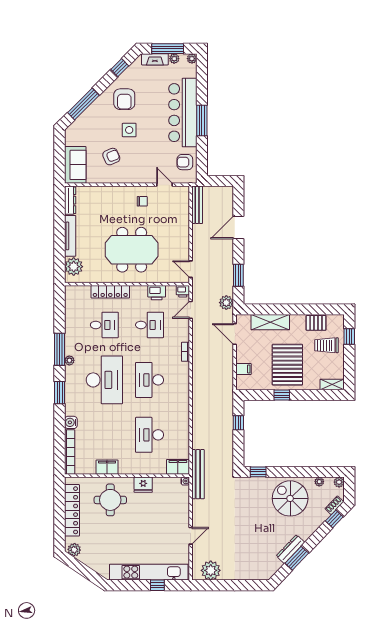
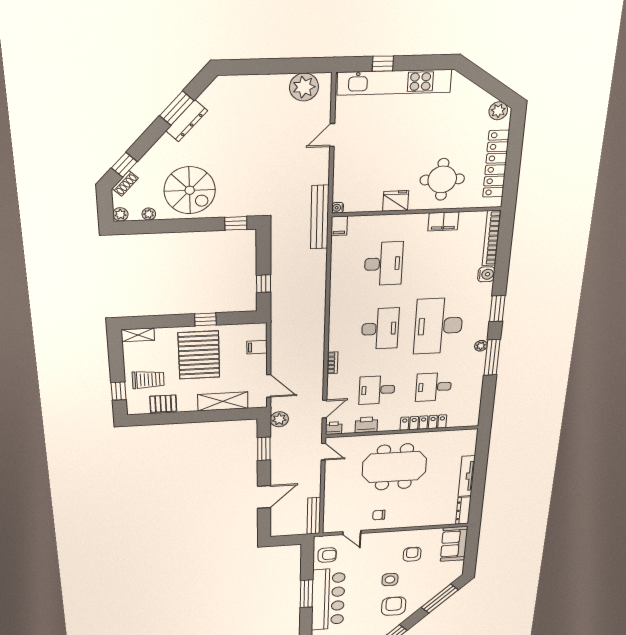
armchair: (111, 157) -> (412, 554), turned 113
plant: (74, 267) -> (466, 446), removed
filing cabinet: (178, 467) -> (339, 226), width x0.50

